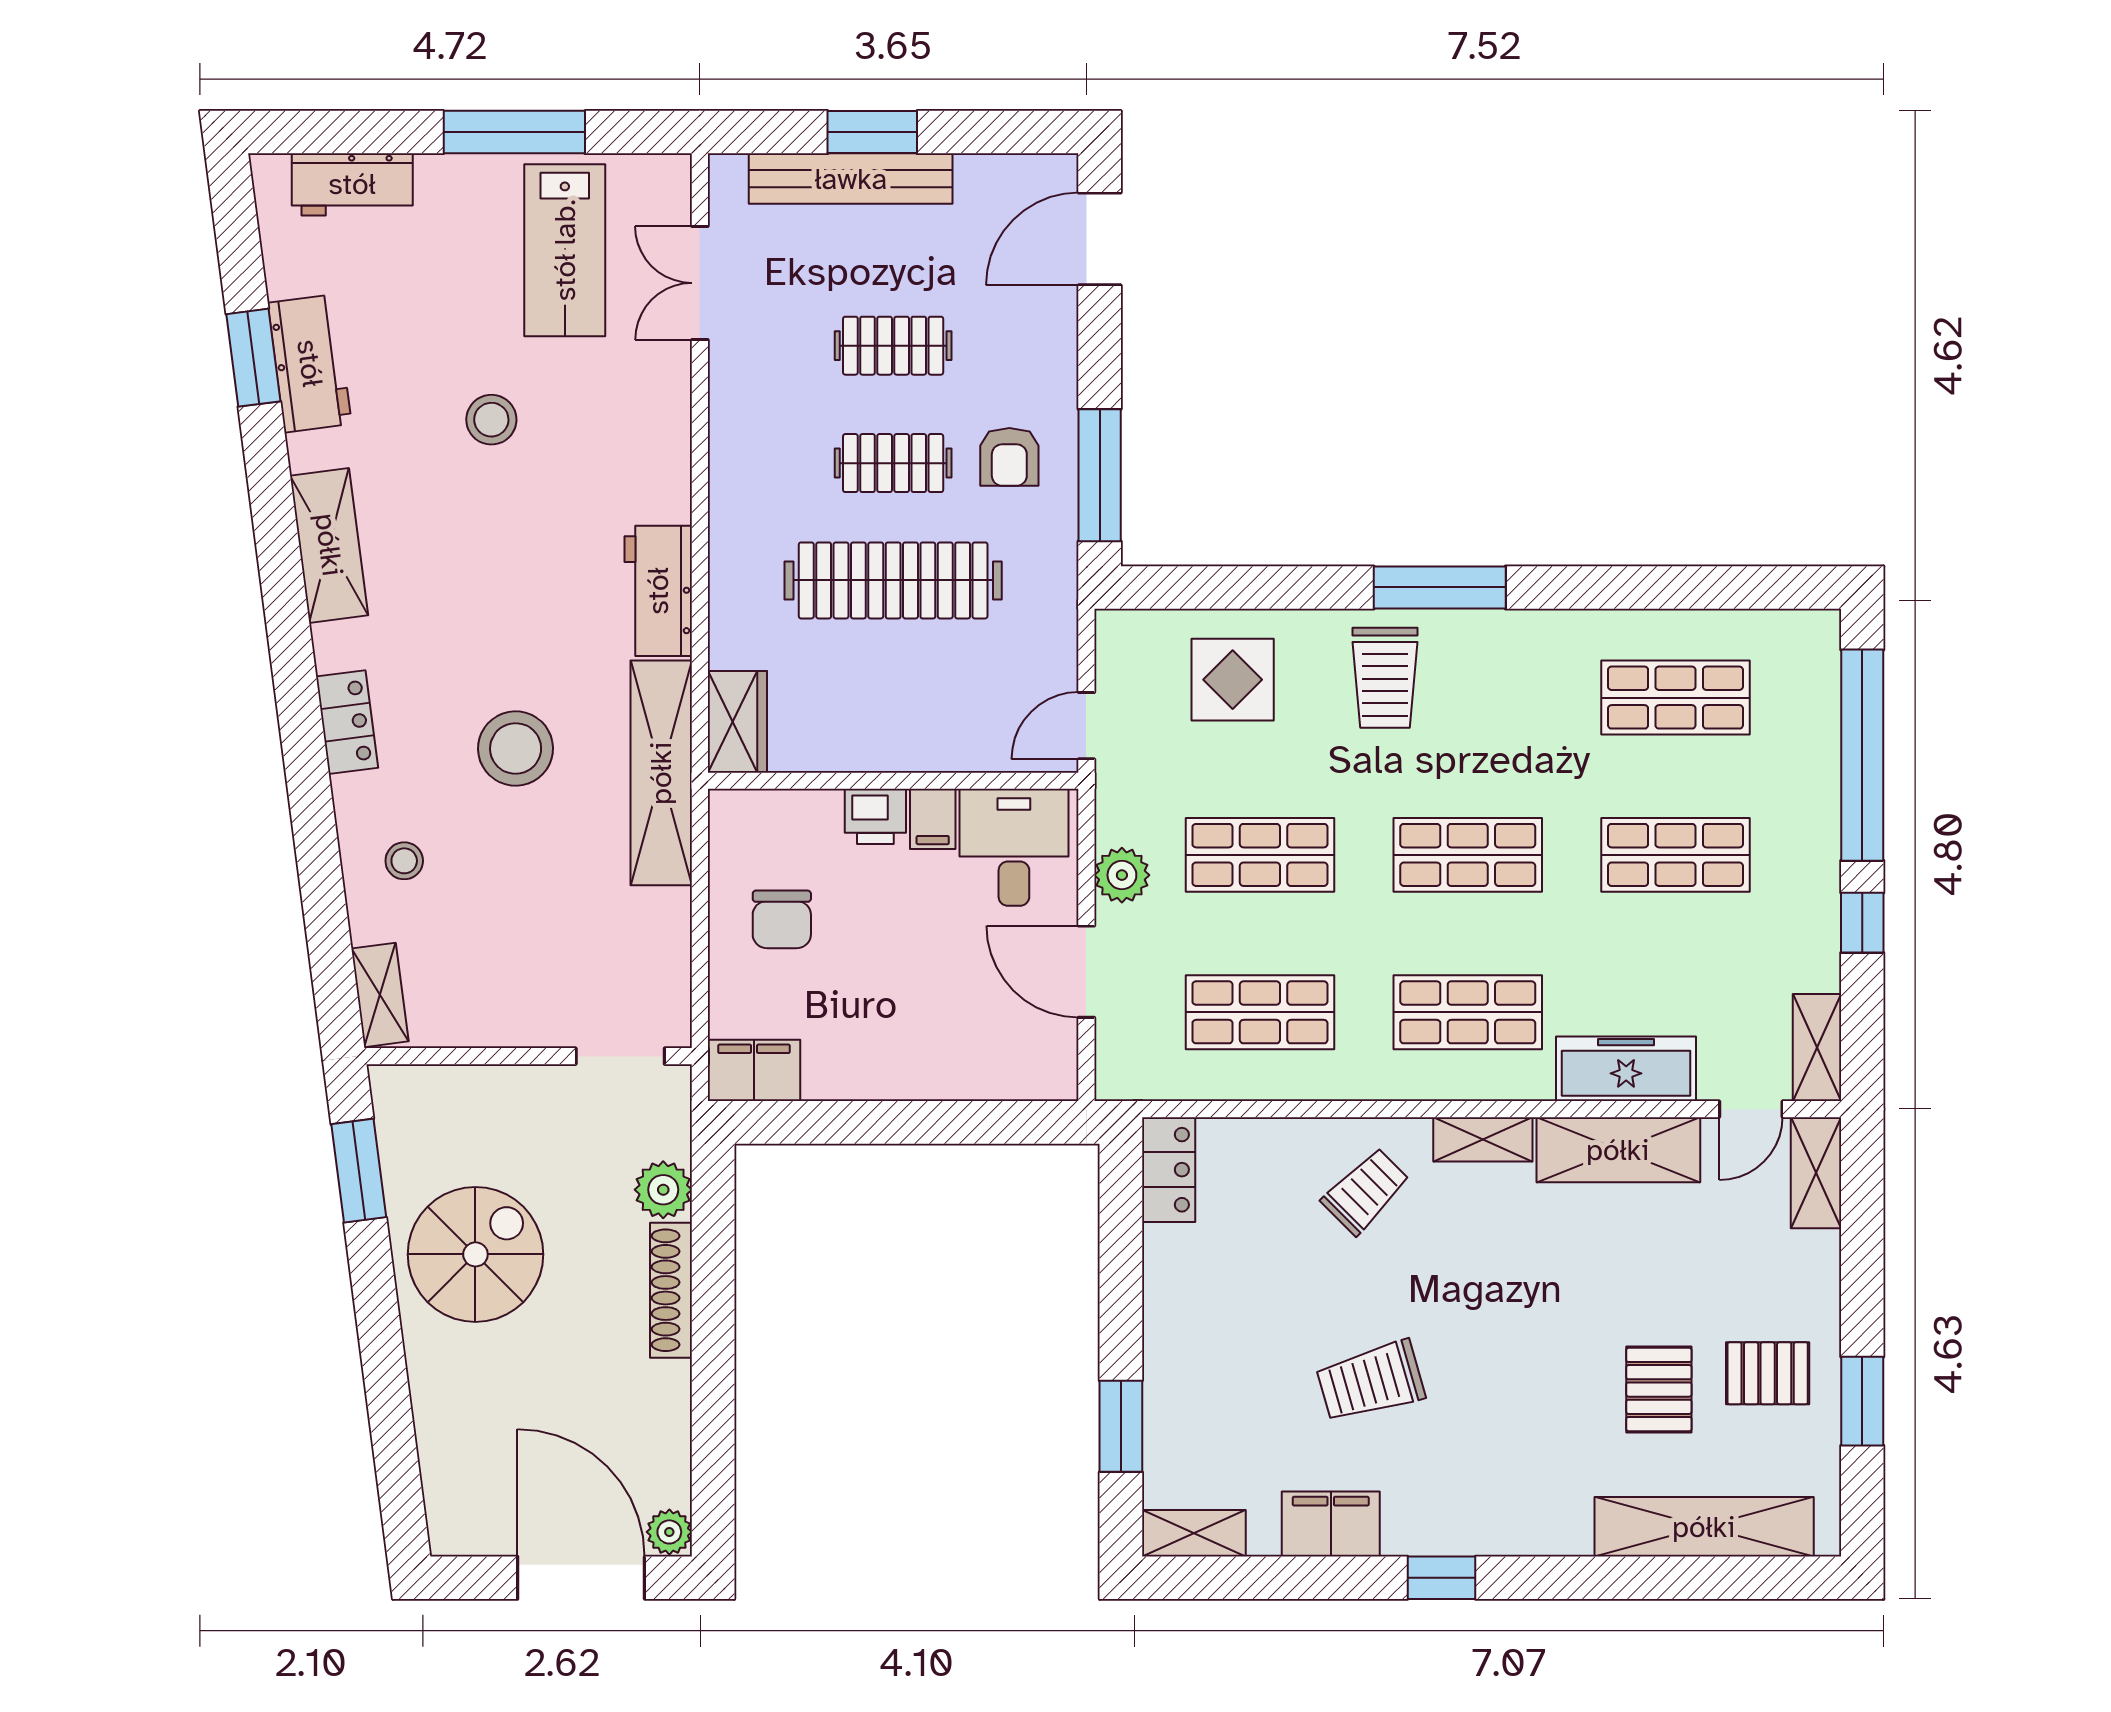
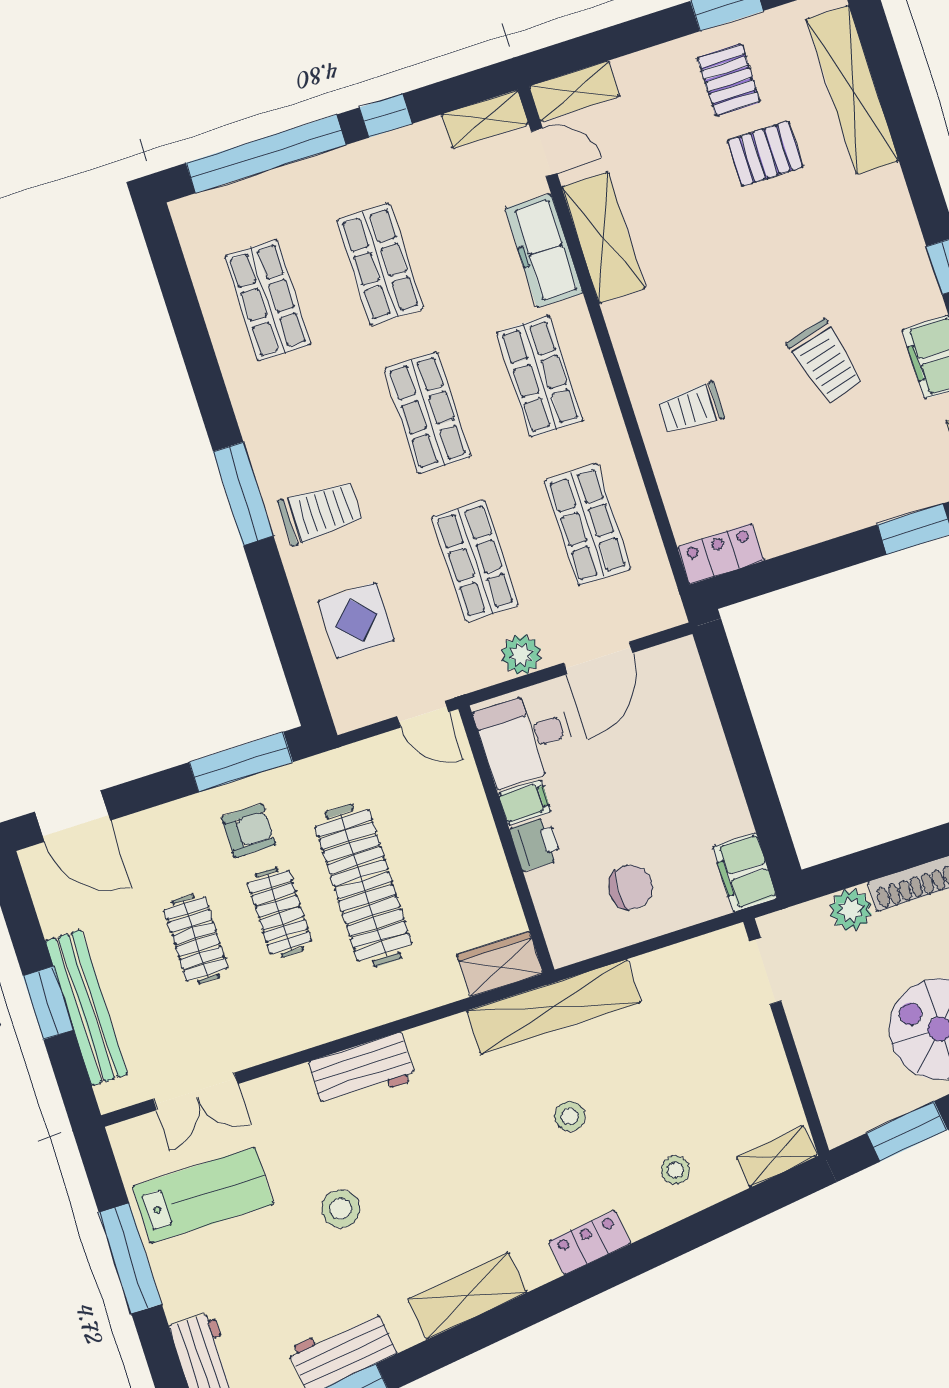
workbench: (658, 591) -> (362, 1071), moved
stool: (516, 749) -> (570, 1116), width x0.53, depth x0.53
shelving: (1483, 1139) -> (627, 337), removed
trolley: (1366, 1191) -> (691, 408), turned -45

